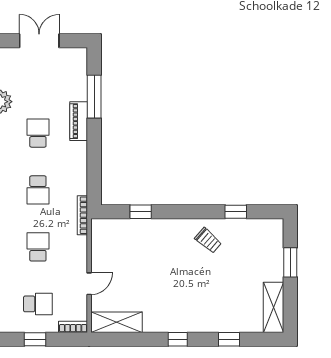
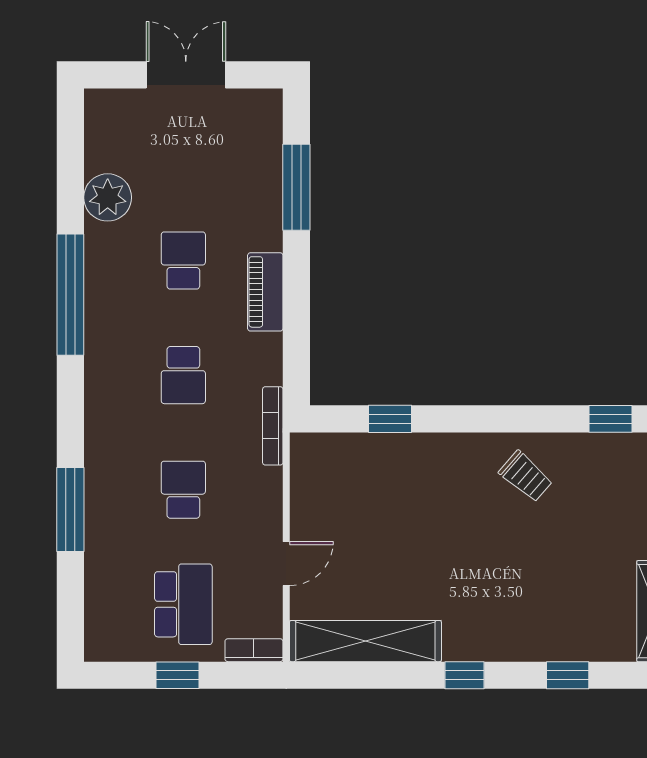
piano: (79, 121) -> (265, 292), moved
window: (236, 212) -> (611, 419), moved
school desk: (38, 304) -> (183, 604), width x1.85
shelving: (116, 322) -> (365, 641), width x1.47

